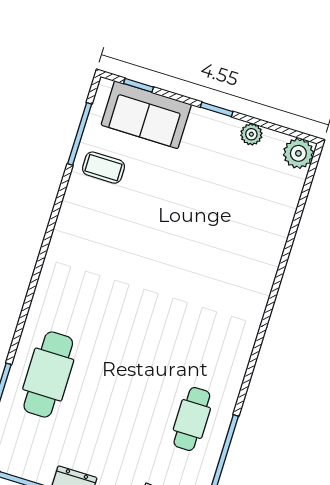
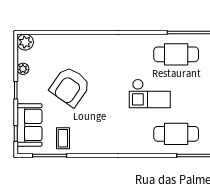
armchair: (193, 209) -> (70, 87), added
checkout: (136, 349) -> (150, 94), added
cafe table: (192, 419) -> (176, 54), width x1.37, depth x1.35

